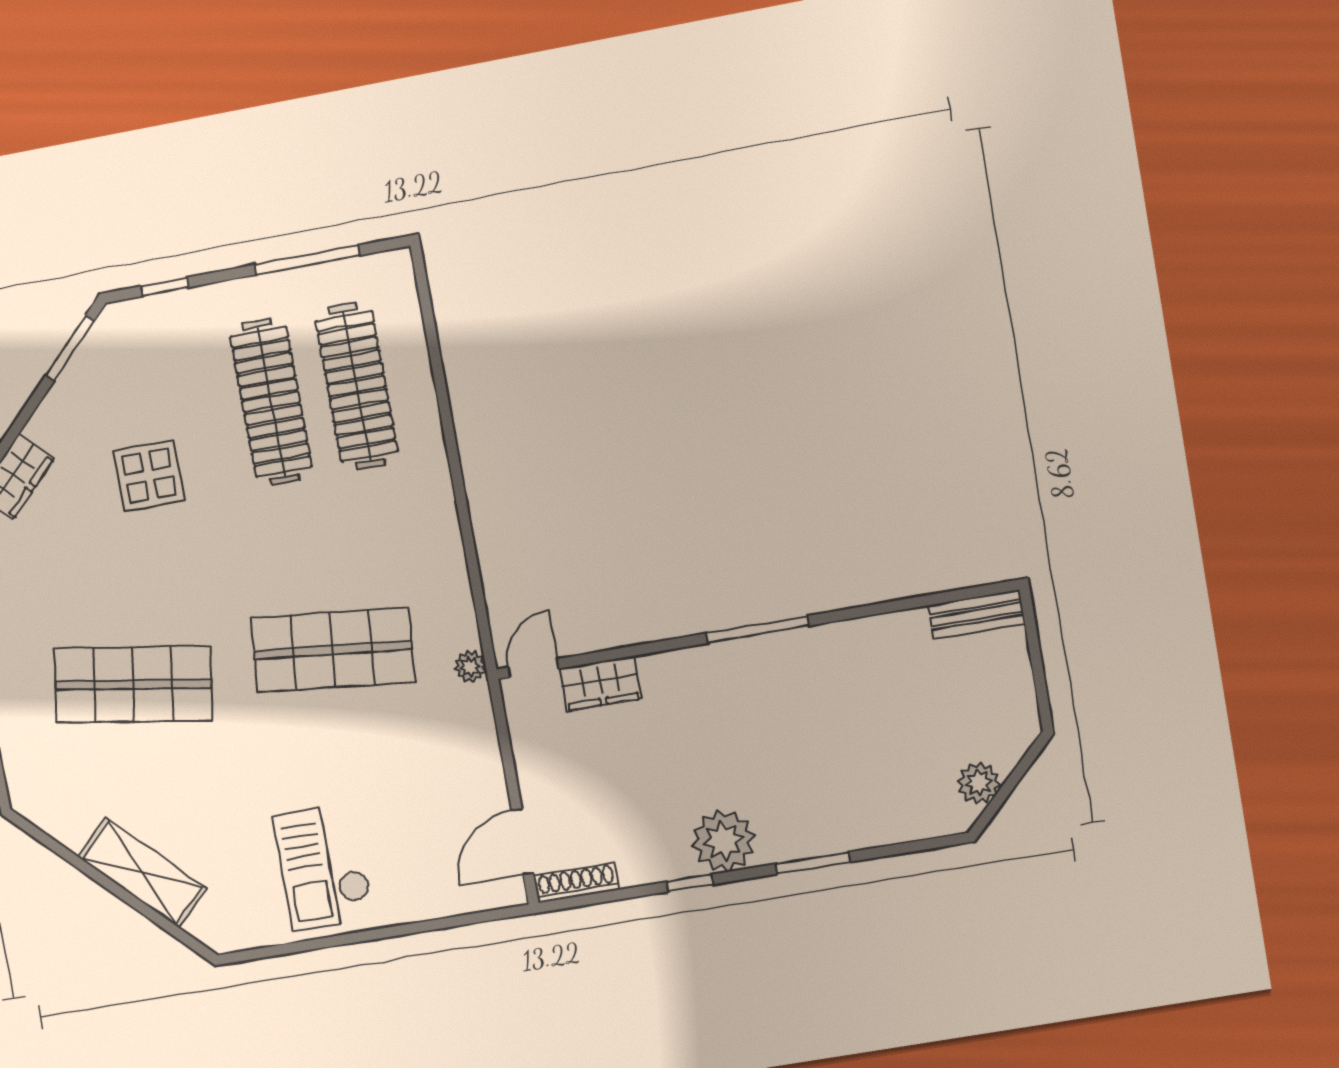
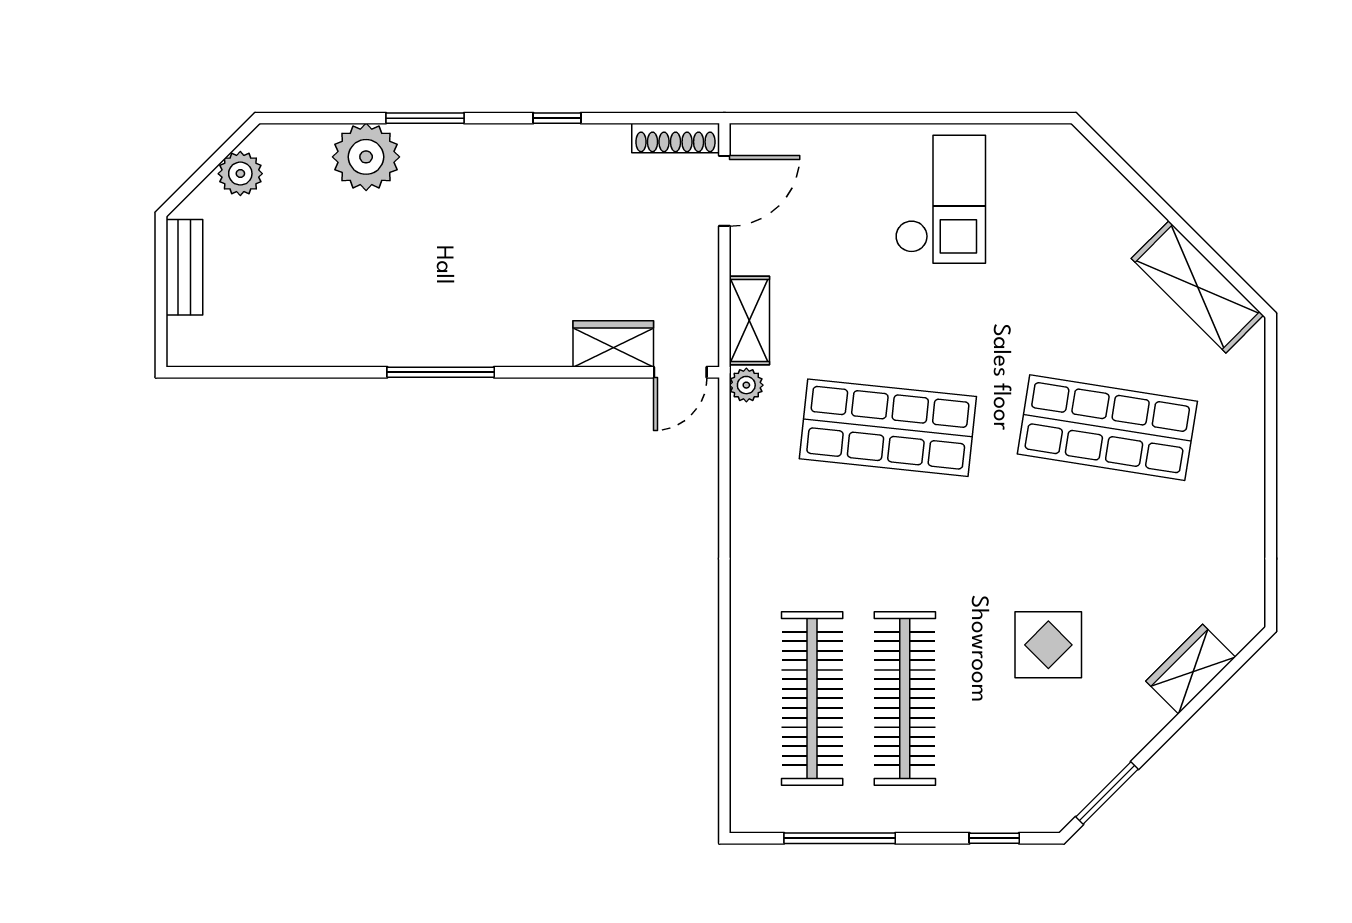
bench: (977, 615) -> (184, 267), moved, turned 90
shelving: (478, 727) -> (749, 320), added
plant: (723, 841) -> (366, 157), moved
shelving: (142, 873) -> (1197, 287), moved

